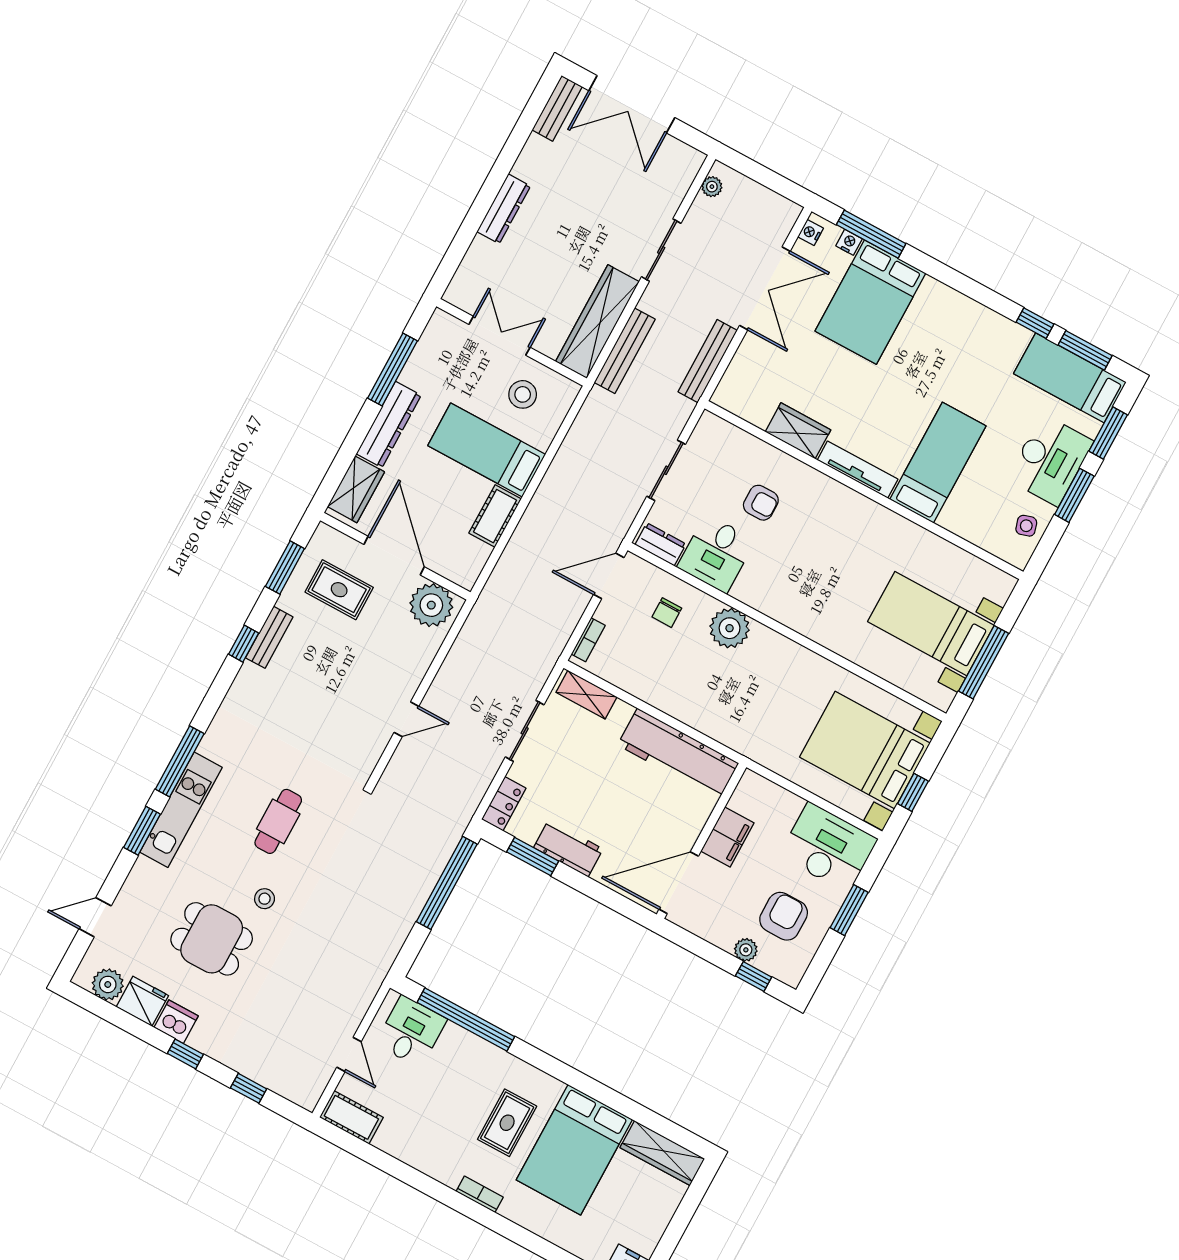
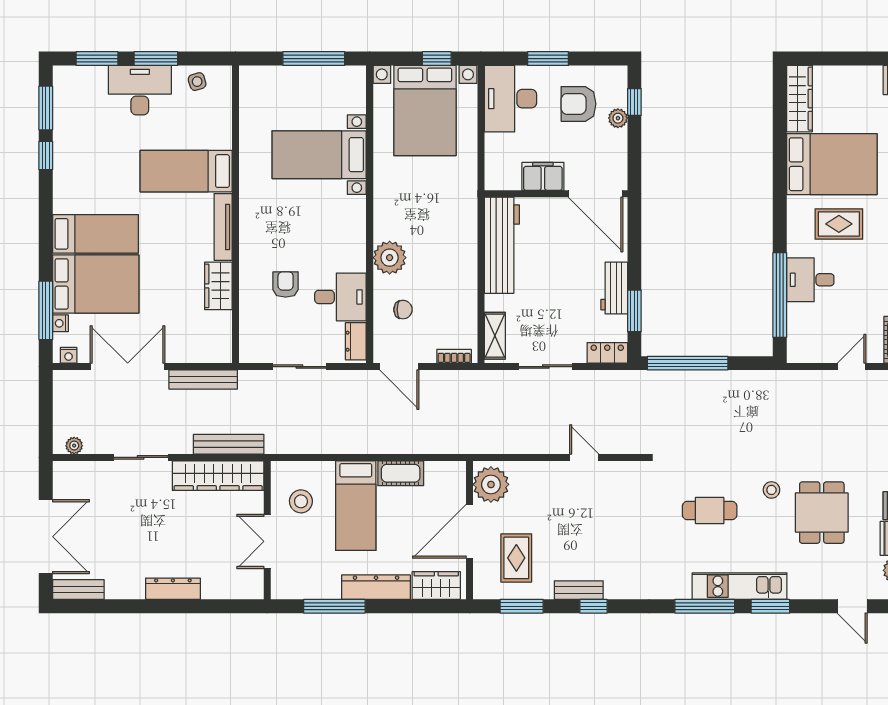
bed: (1070, 378) -> (95, 234), moved, turned -90
bed with nightstands: (931, 624) -> (319, 155), moved, turned 90
desk: (411, 1031) -> (810, 280), moved

